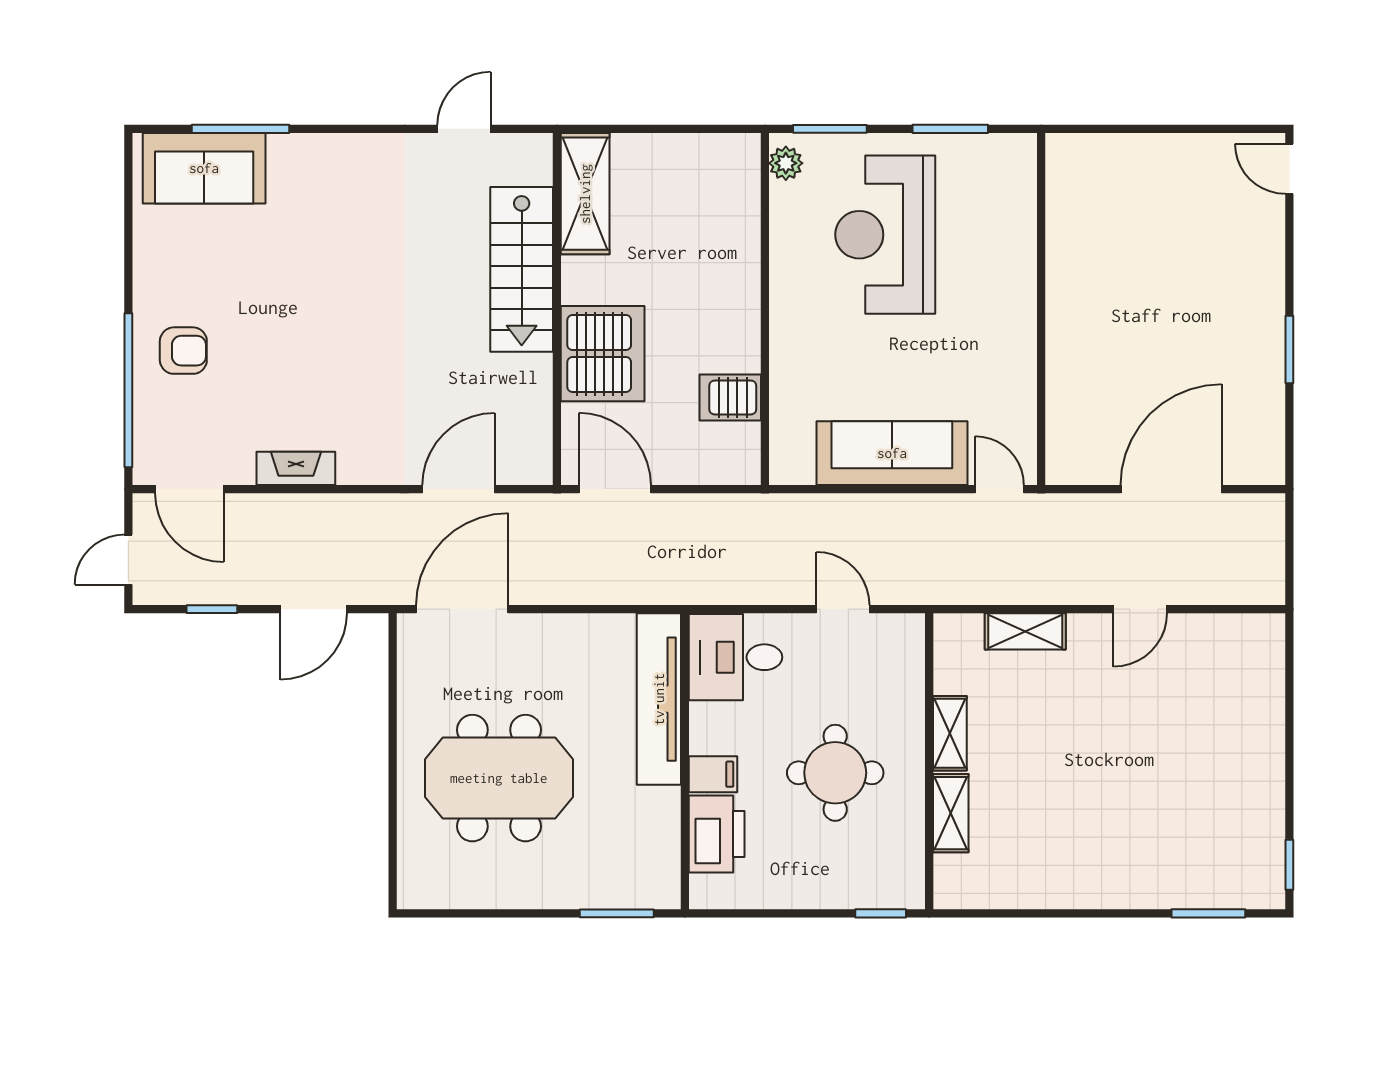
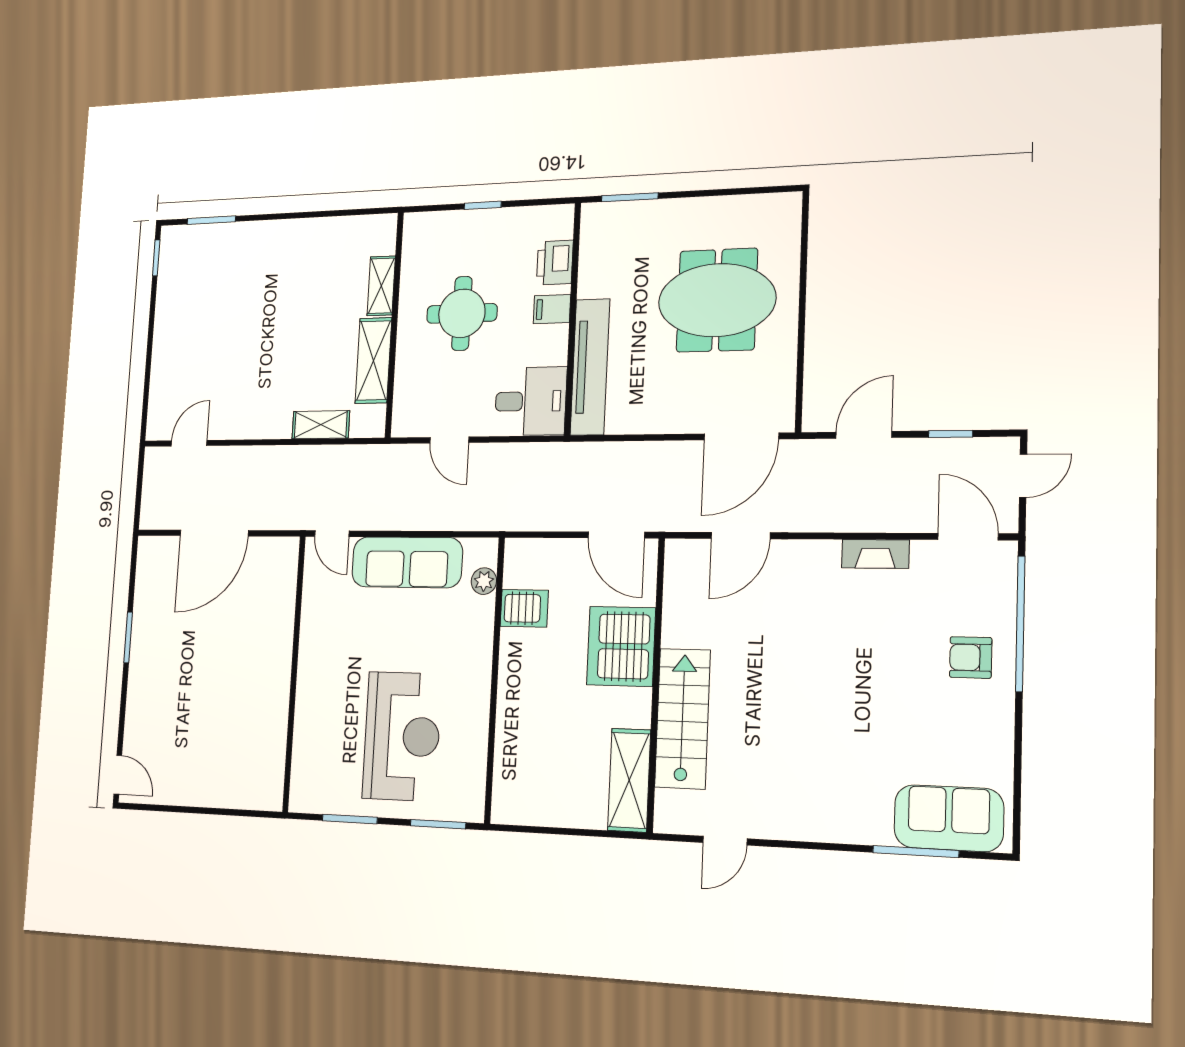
plant: (786, 163) -> (484, 581), moved
door: (1140, 609) -> (189, 443), moved
shelving: (950, 733) -> (373, 360), width x1.50, depth x1.33
printer: (717, 834) -> (555, 263), width x0.73, depth x0.84
window: (881, 913) -> (483, 205), moved

